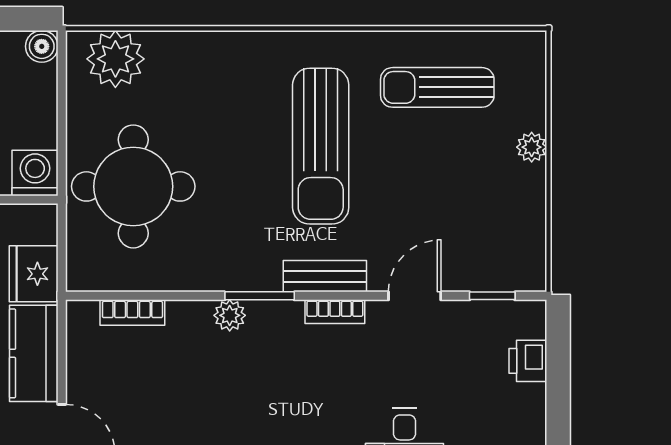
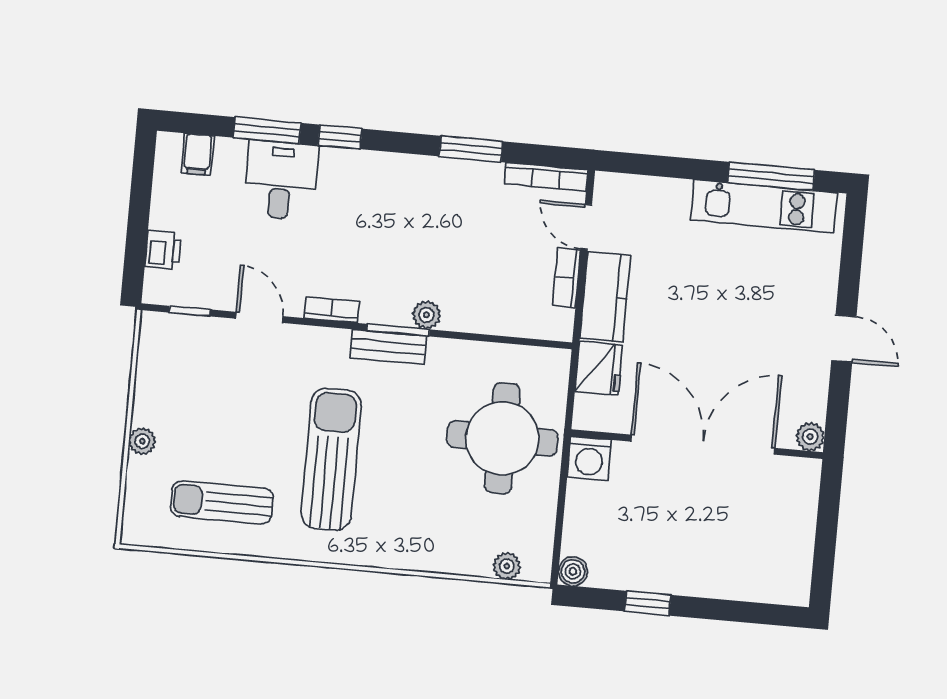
plant: (115, 59) -> (507, 566), width x0.53, depth x0.53
sun lounger: (437, 87) -> (222, 502), turned 180
bench: (325, 276) -> (388, 347), moved
door: (415, 296) -> (259, 317), swing flipped
bookcase: (132, 313) -> (567, 278), moved, turned -90

